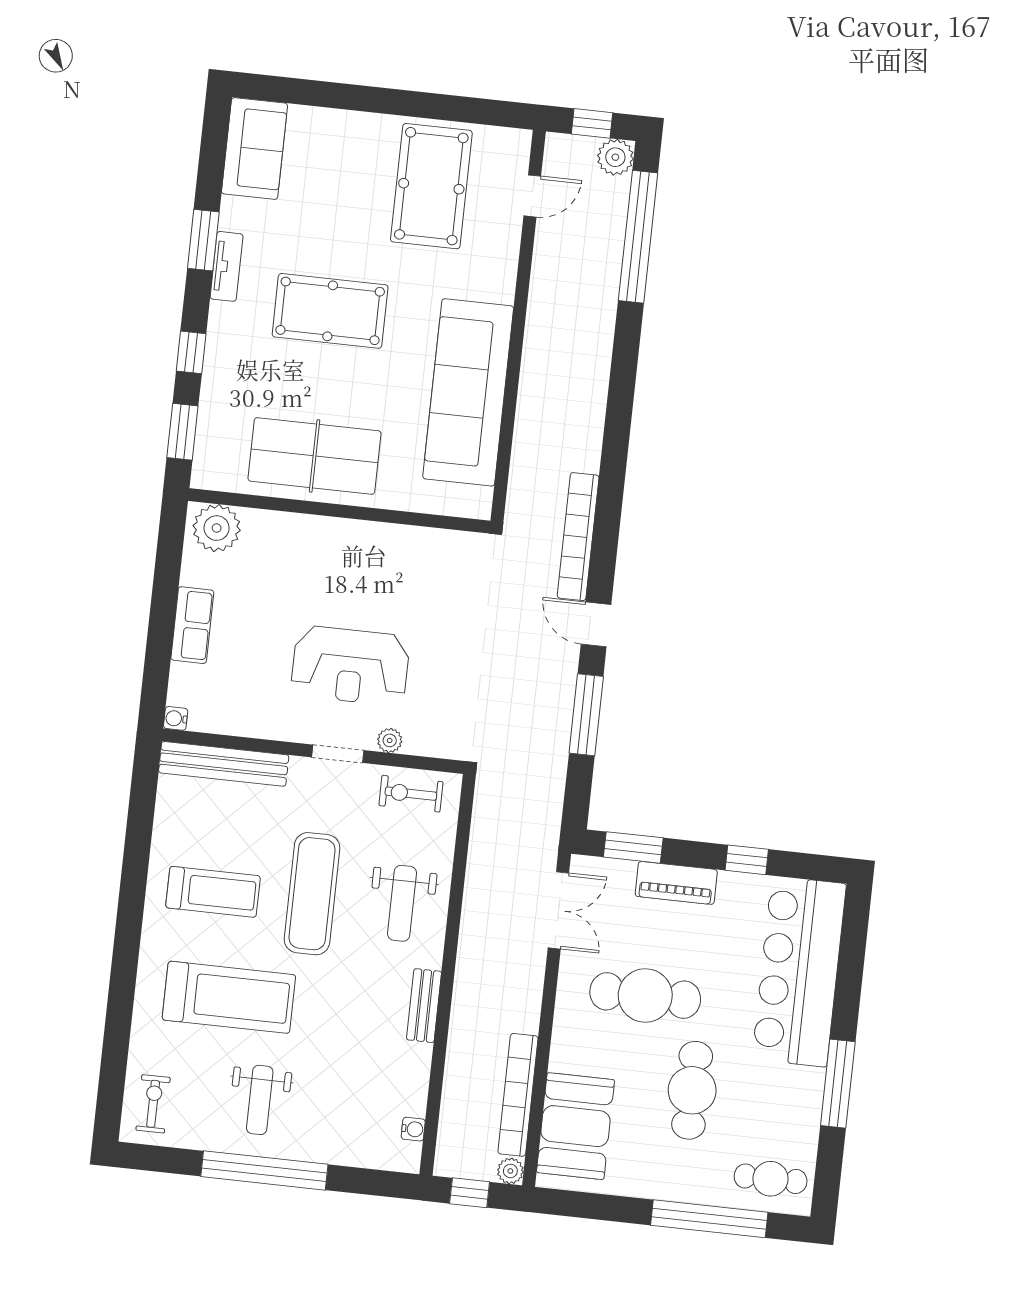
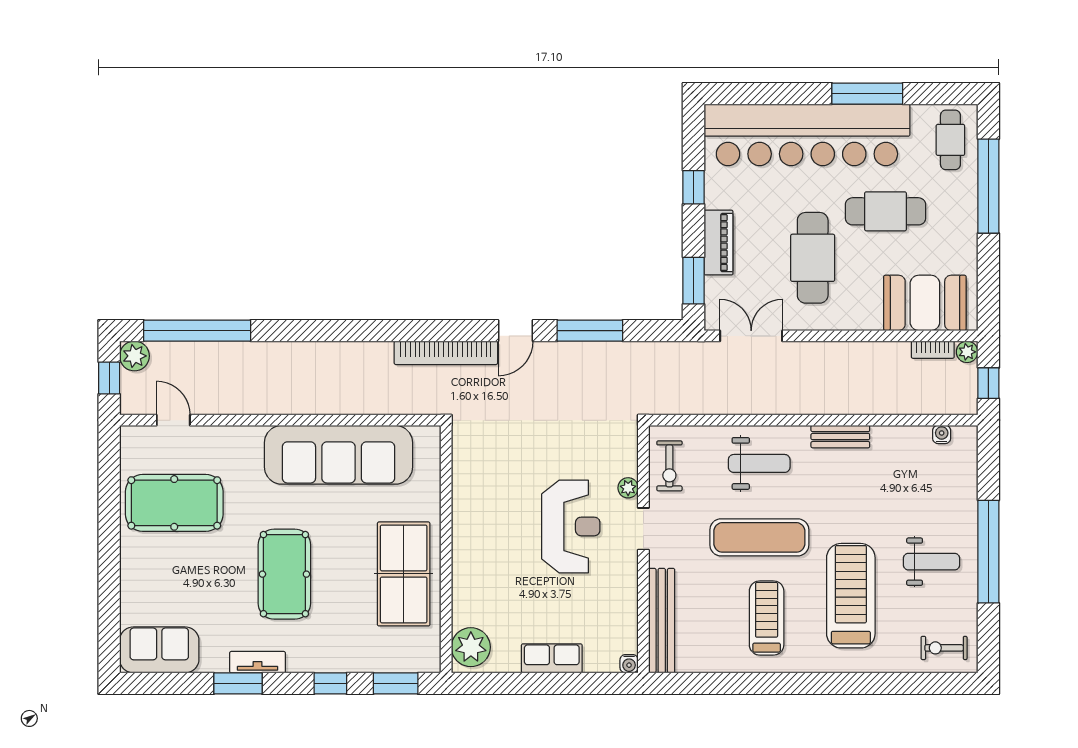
bar counter: (799, 971) -> (807, 135), width x1.36
bookcase: (518, 1095) -> (933, 350), width x0.43, depth x0.76

